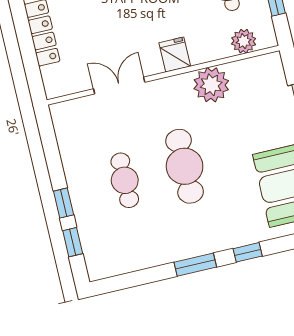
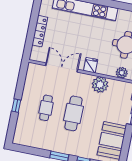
double door: (119, 86) -> (62, 68), width x1.37
window: (73, 242) -> (13, 124), removed

